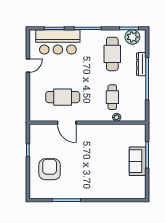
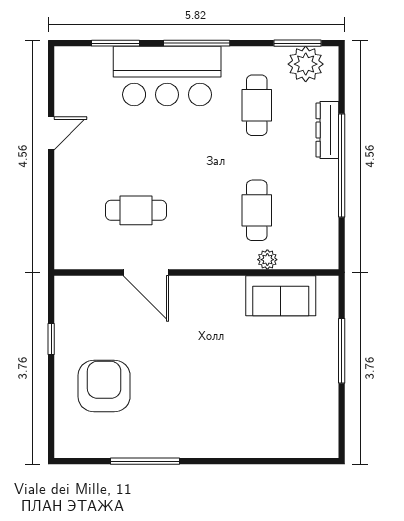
bar counter: (58, 42) -> (167, 76), moved
cafe table: (112, 54) -> (257, 105), width x0.73, depth x0.74
cafe table: (63, 97) -> (136, 210), width x0.73, depth x0.74
sofa: (138, 161) -> (281, 296), moved, turned -90

